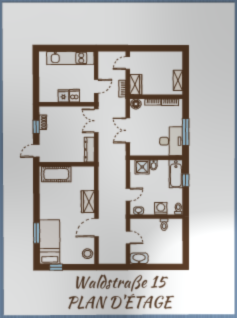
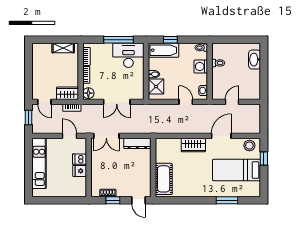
window: (113, 48) -> (29, 117), added
door: (96, 228) -> (221, 136), swing flipped
bed: (50, 242) -> (237, 170), moved
washbasin: (139, 258) -> (255, 60), moved
window: (56, 267) -> (264, 158), moved

